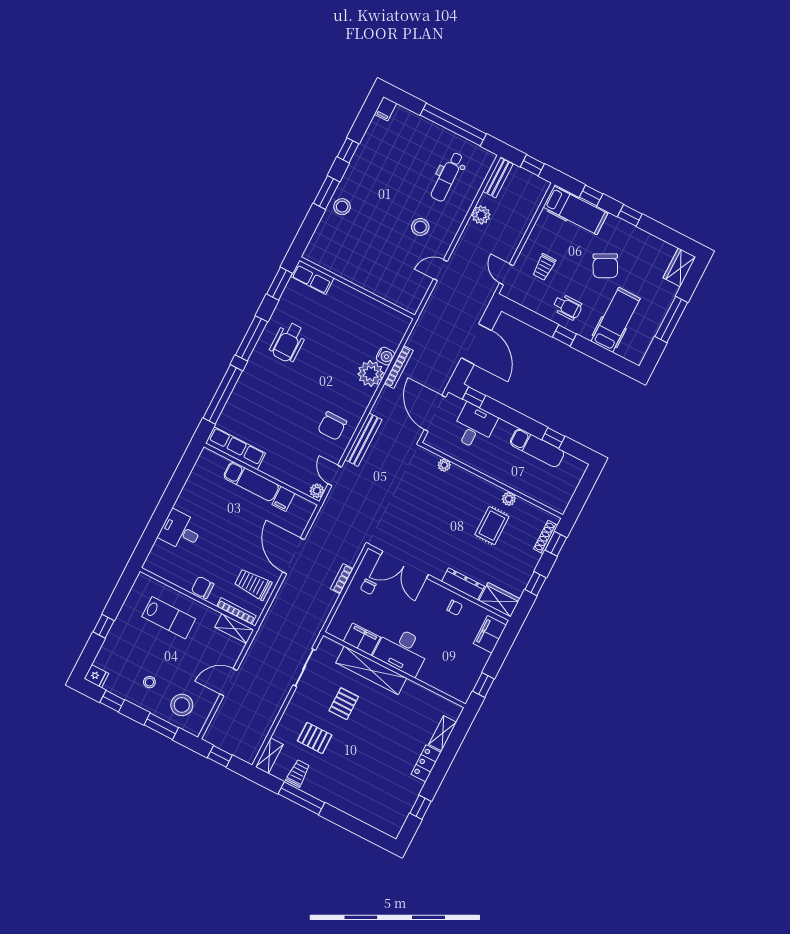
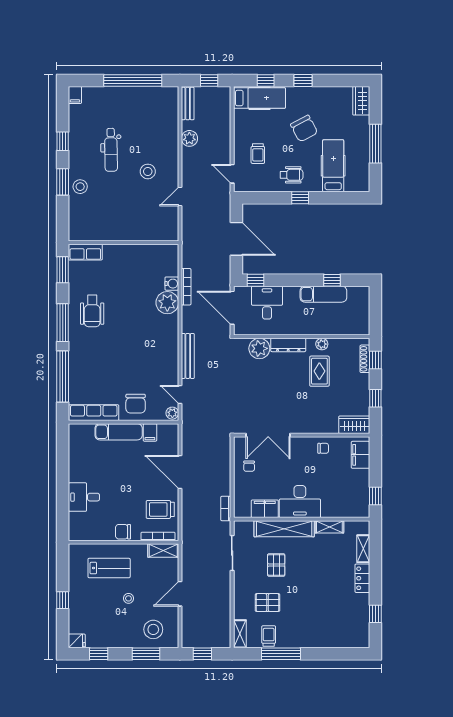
dental chair: (447, 177) -> (111, 150), moved
chair: (332, 426) -> (136, 404), moved
plant: (444, 465) -> (259, 348), width x1.88, depth x1.88
bookcase: (342, 579) -> (226, 508), moved
dresser: (463, 584) -> (288, 345), moved, turned 180
stool: (149, 682) -> (128, 598), moved
shelving: (419, 693) -> (329, 527), added

